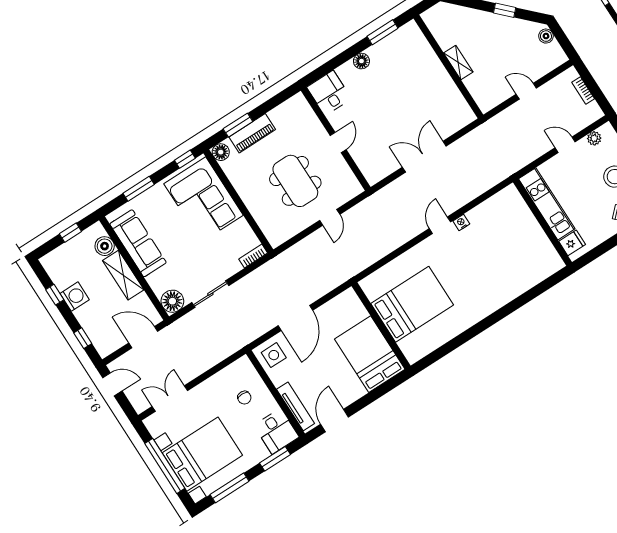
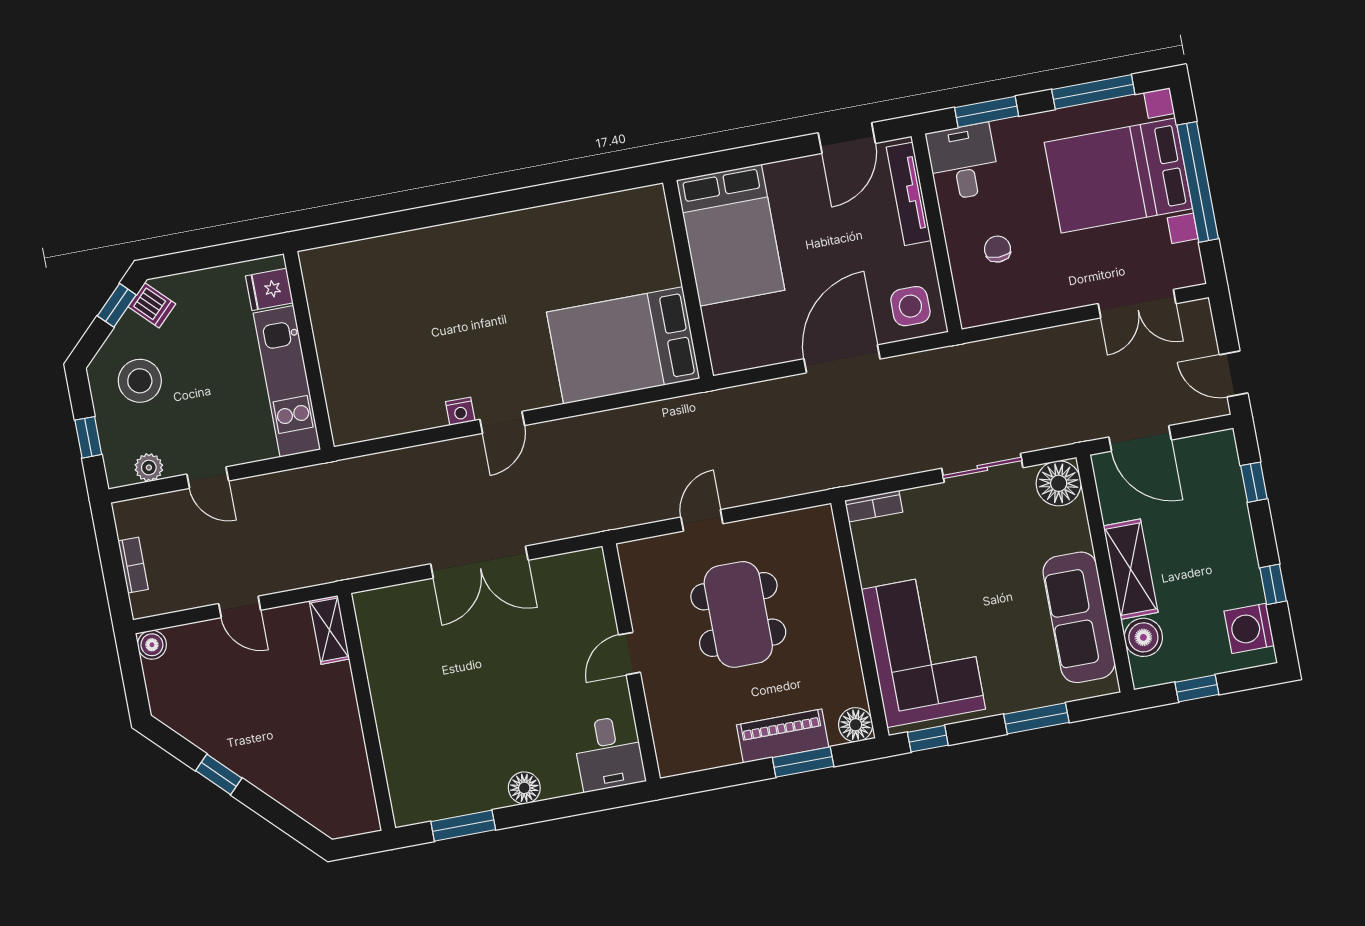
boiler: (546, 36) -> (152, 645), moved
shelving: (458, 62) -> (329, 630), moved
washing machine: (75, 297) -> (1249, 628), moved
bed: (412, 304) -> (623, 345), moved

